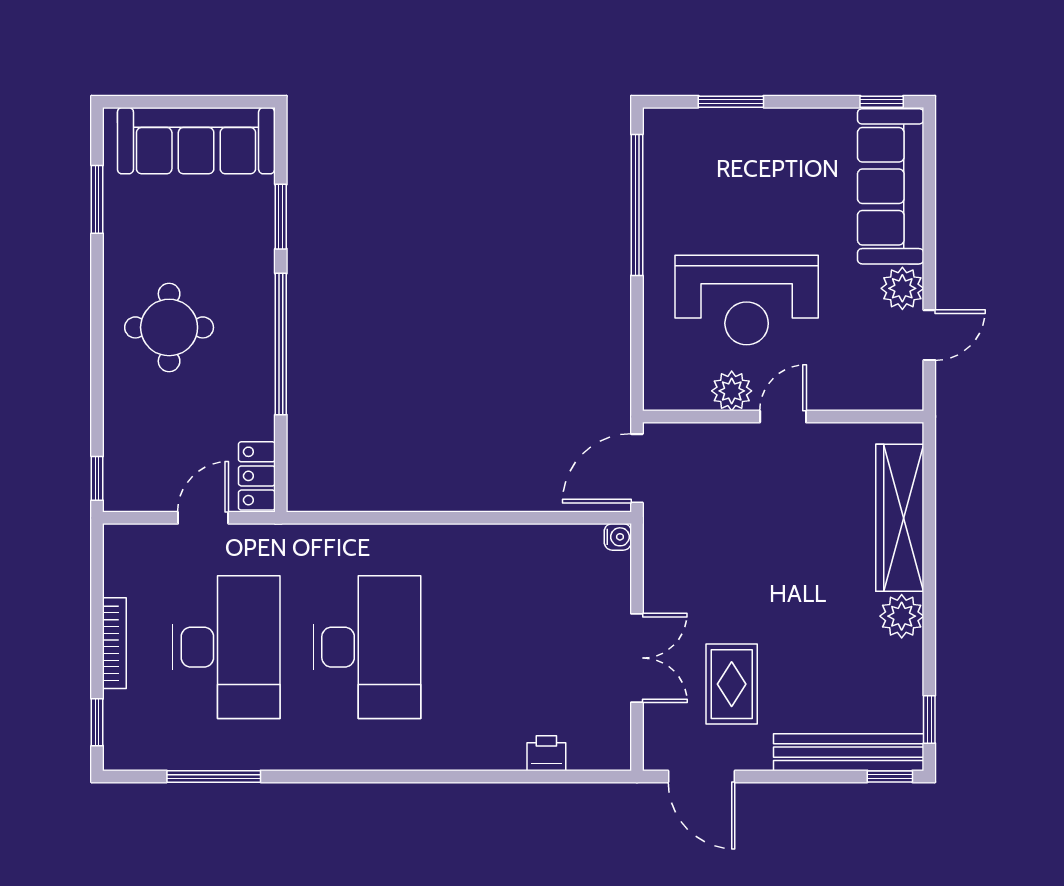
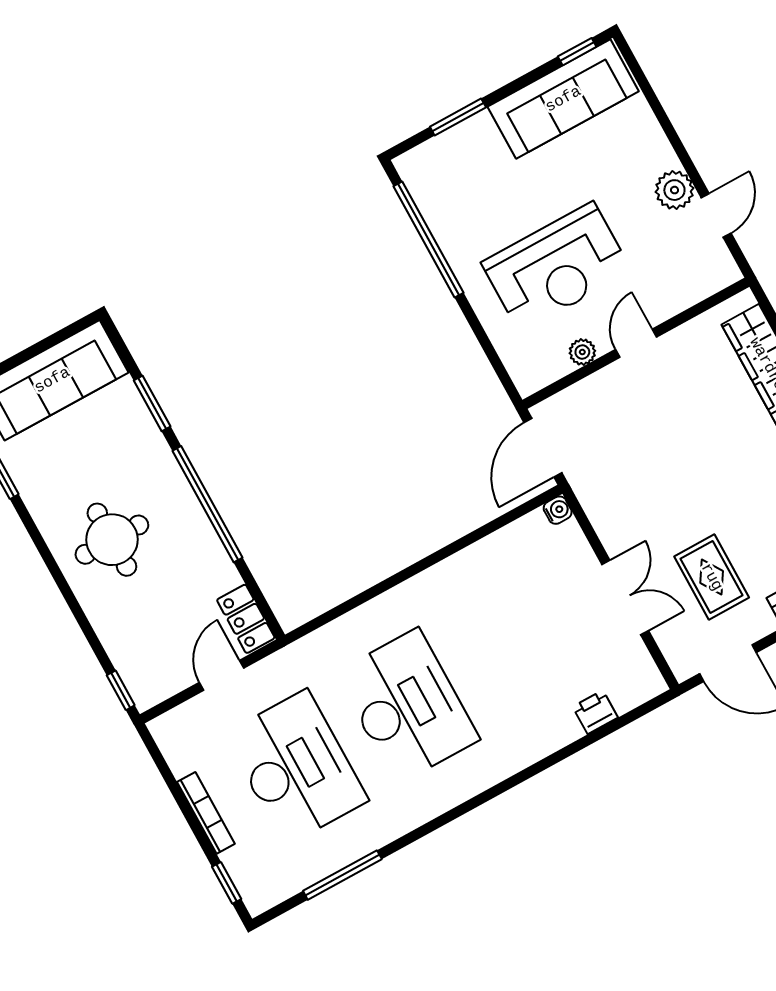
sofa: (891, 186) -> (563, 99), moved, turned -90
plant: (732, 391) -> (582, 352), width x0.73, depth x0.73

